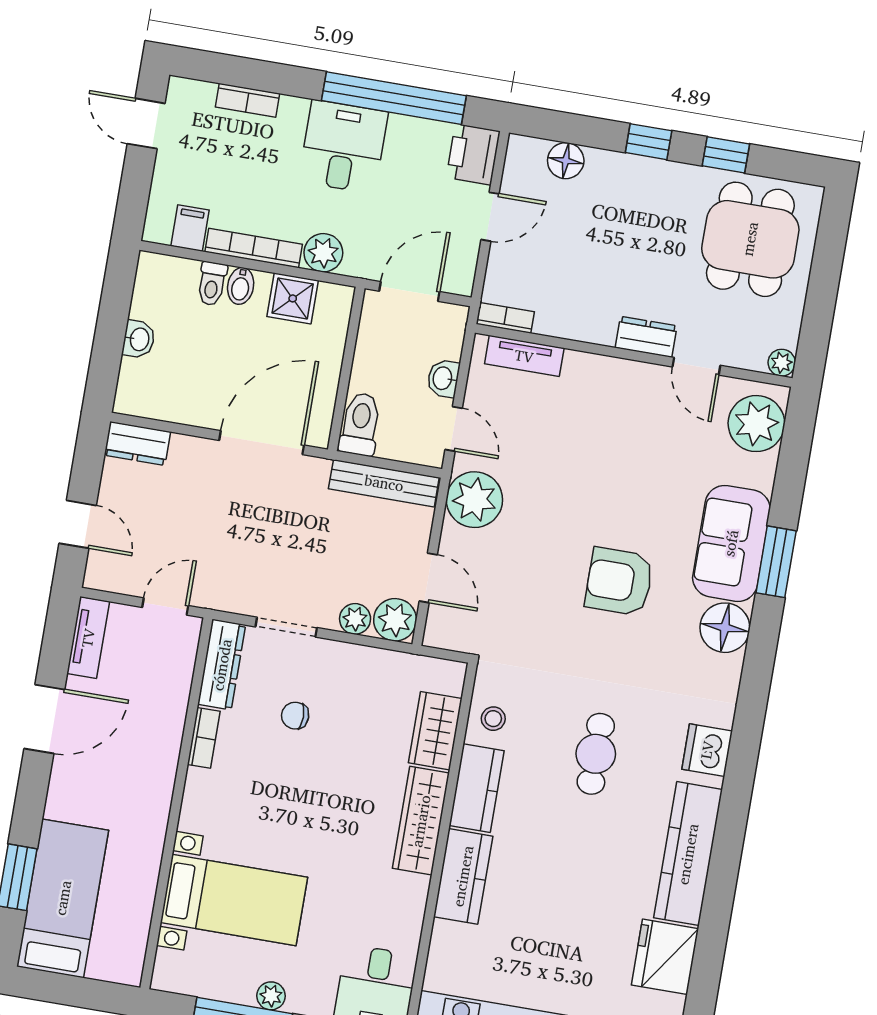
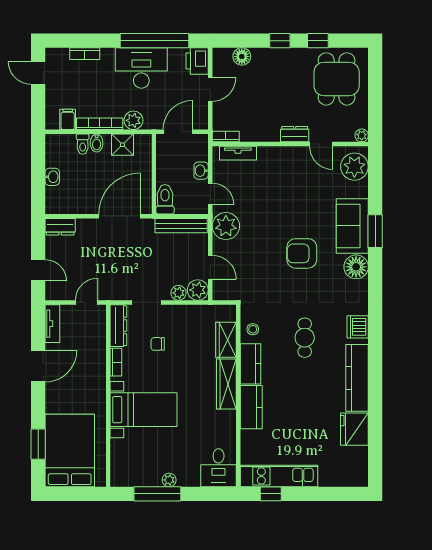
desk: (343, 147) -> (141, 68), width x1.37
bed: (63, 898) -> (70, 450), width x1.50
bed with nightstands: (234, 900) -> (144, 410), moved

